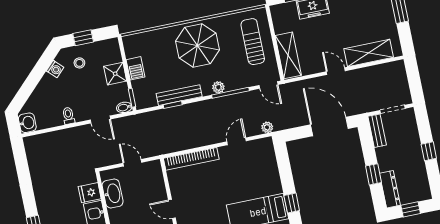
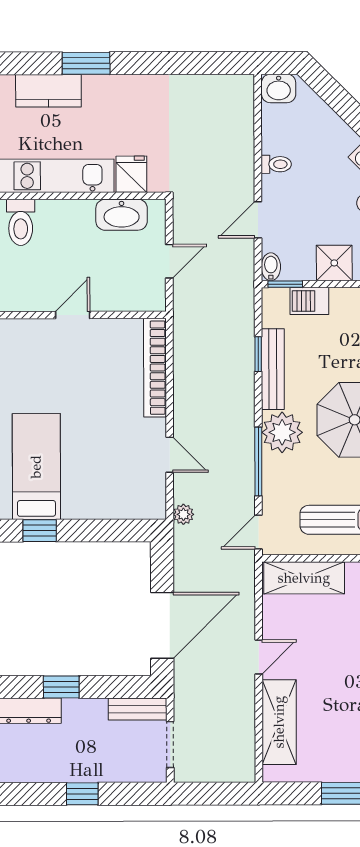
barbecue: (135, 68) -> (309, 301), moved
plant: (218, 87) -> (282, 432), width x1.88, depth x1.88

